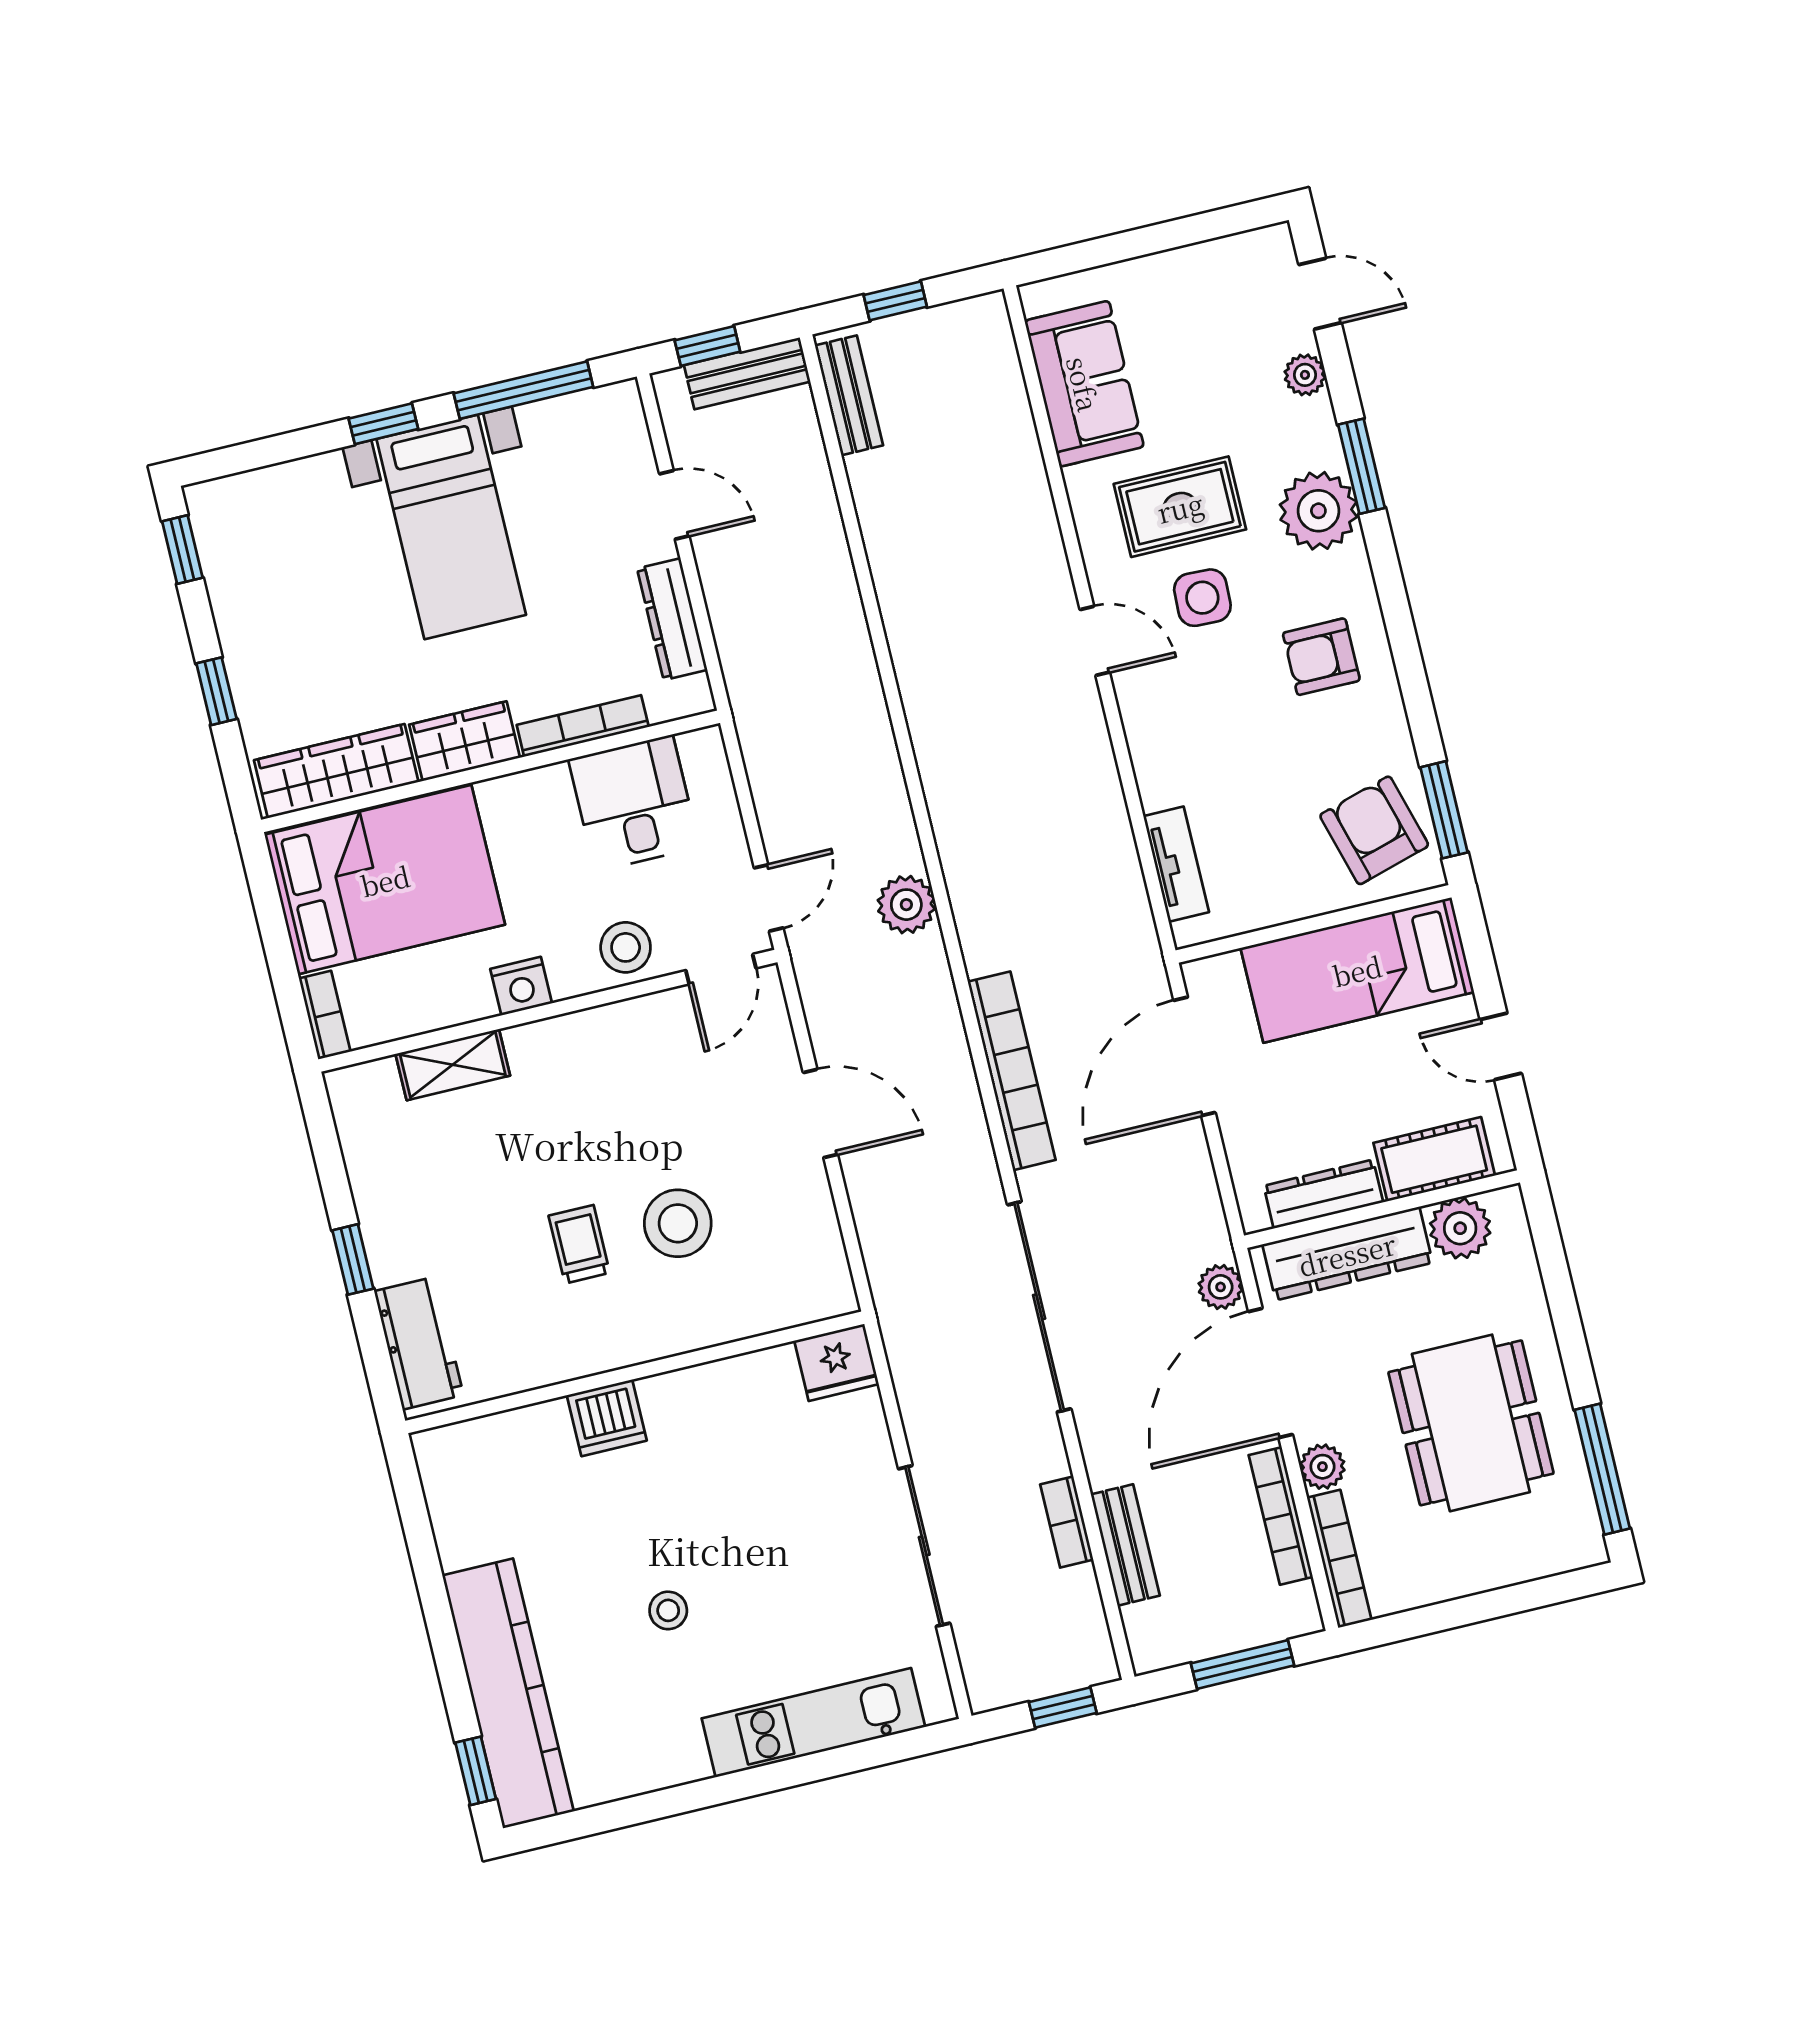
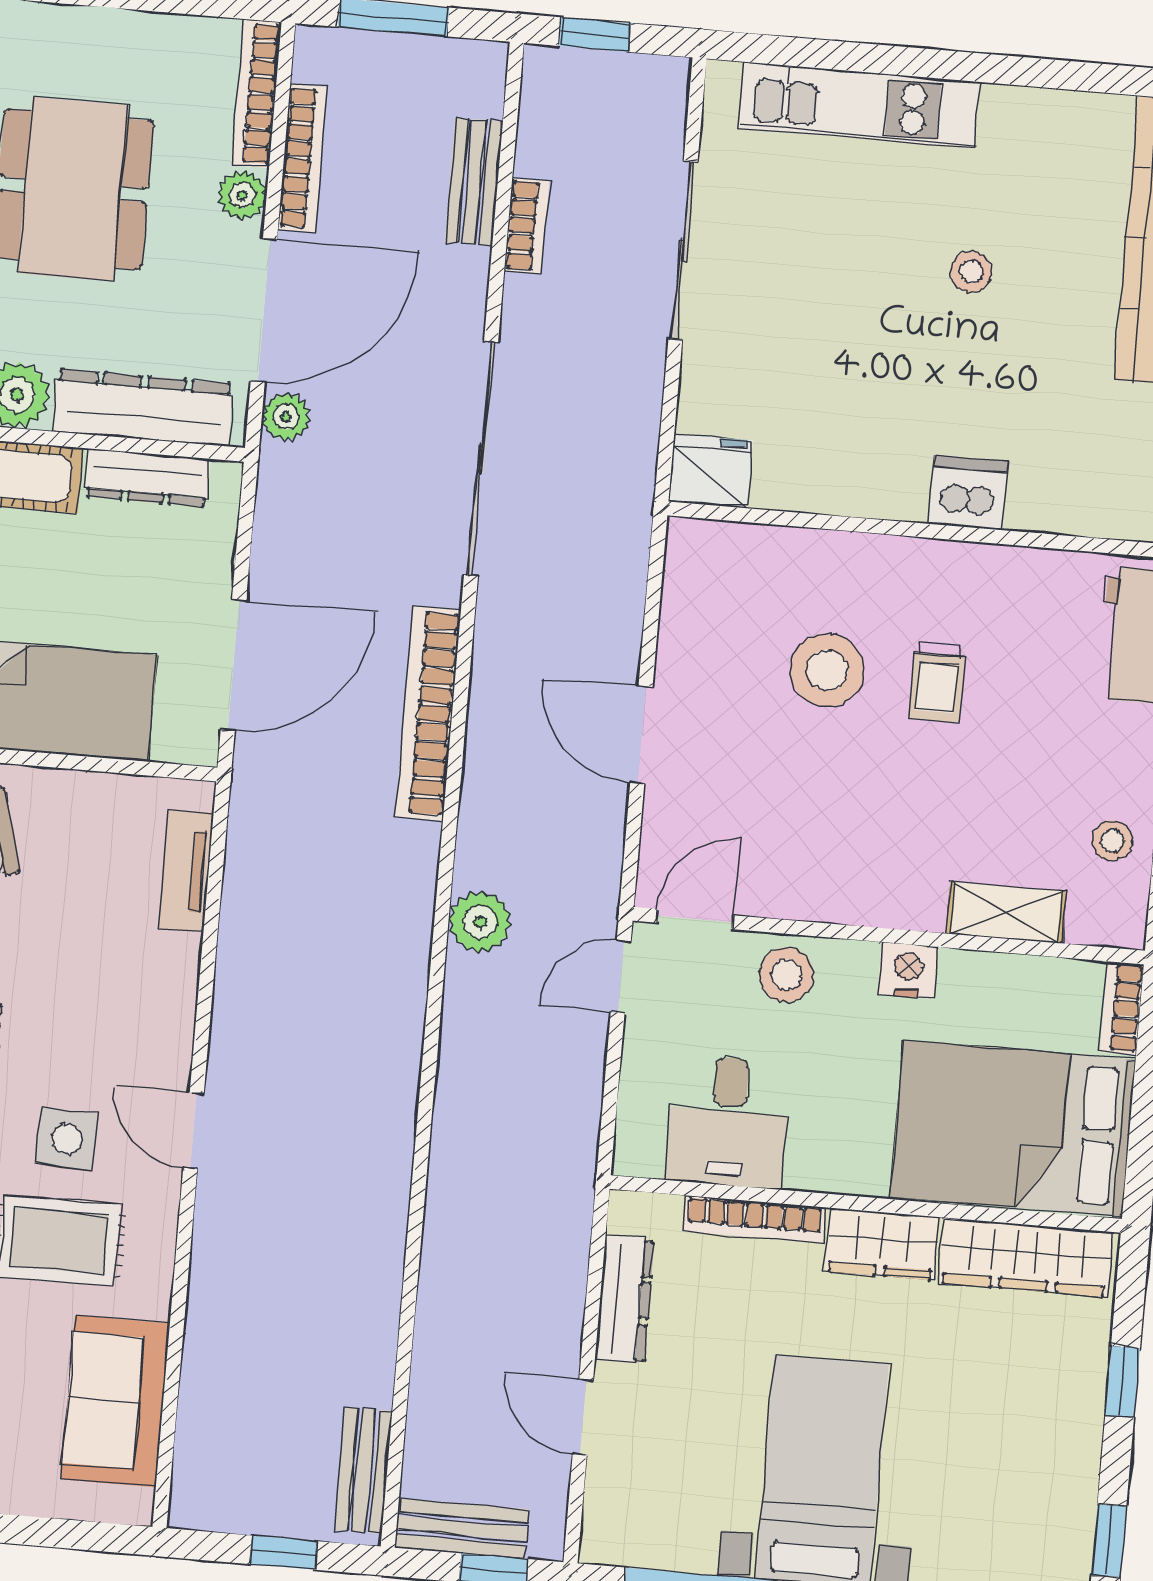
stool: (381, 1158) -> (1112, 841), added

